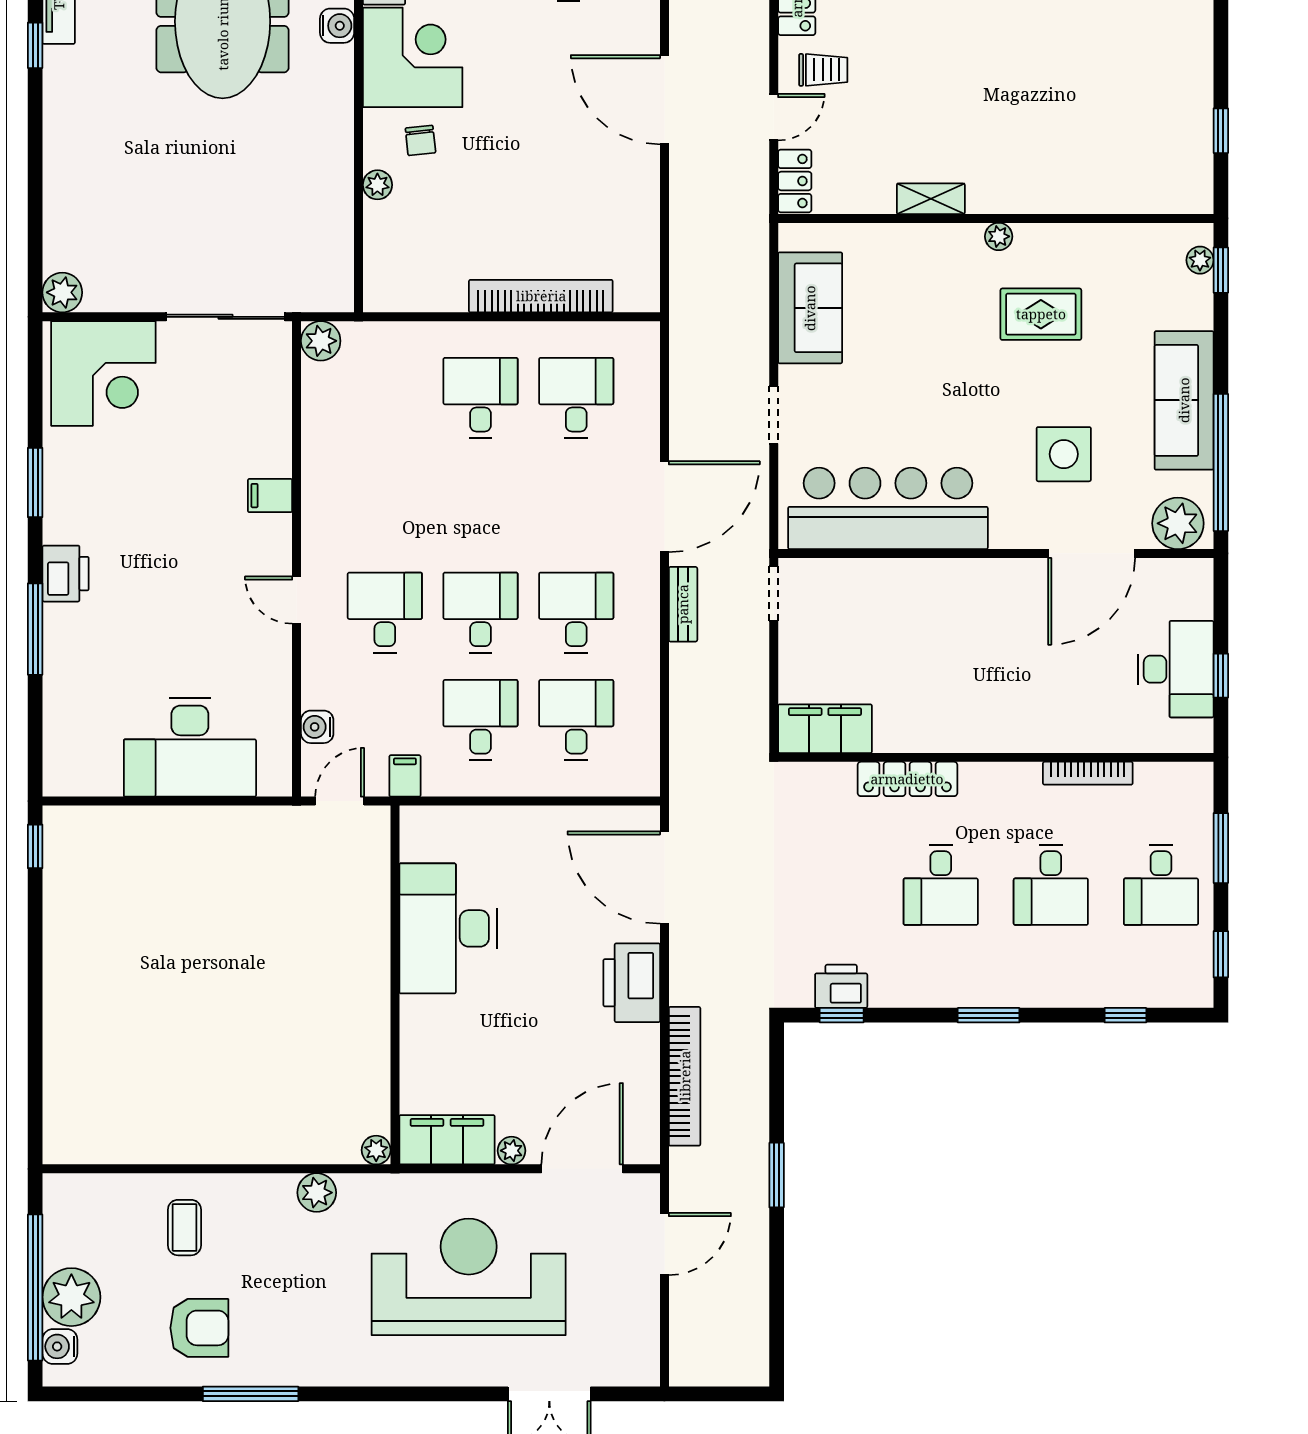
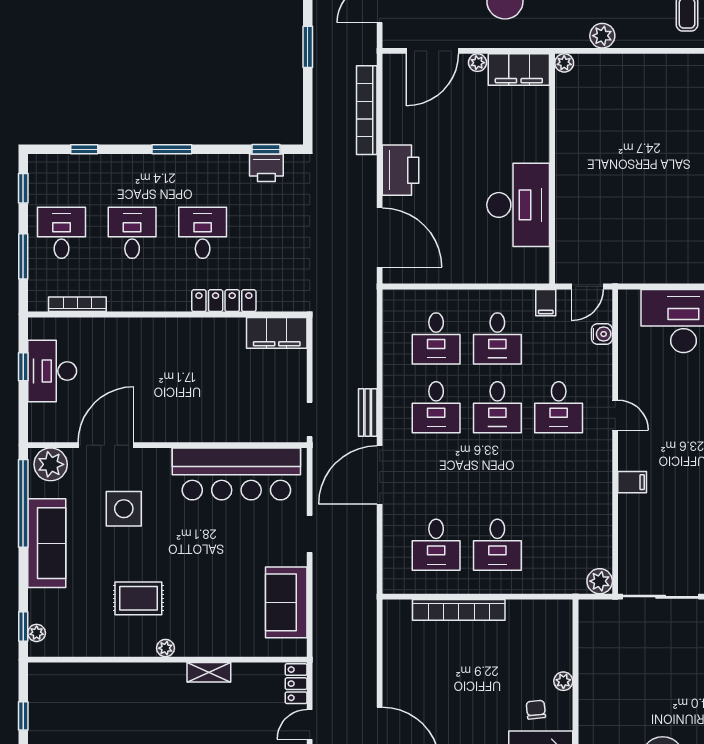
bookcase: (1088, 773) -> (77, 304), moved

